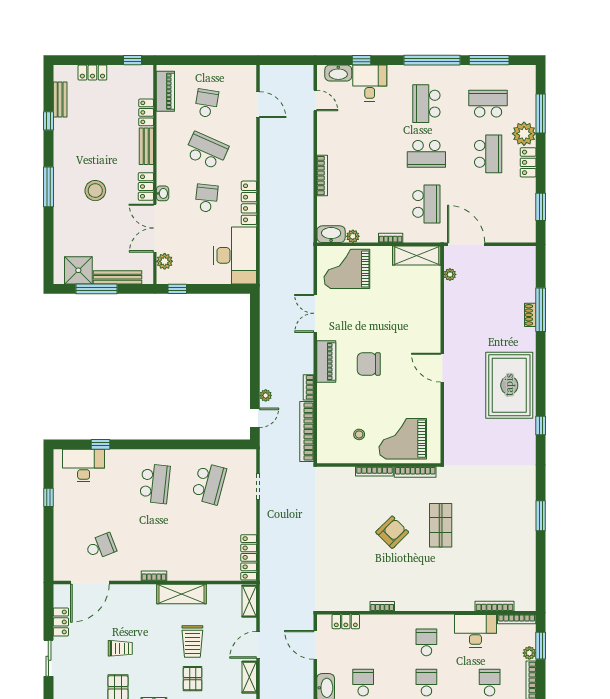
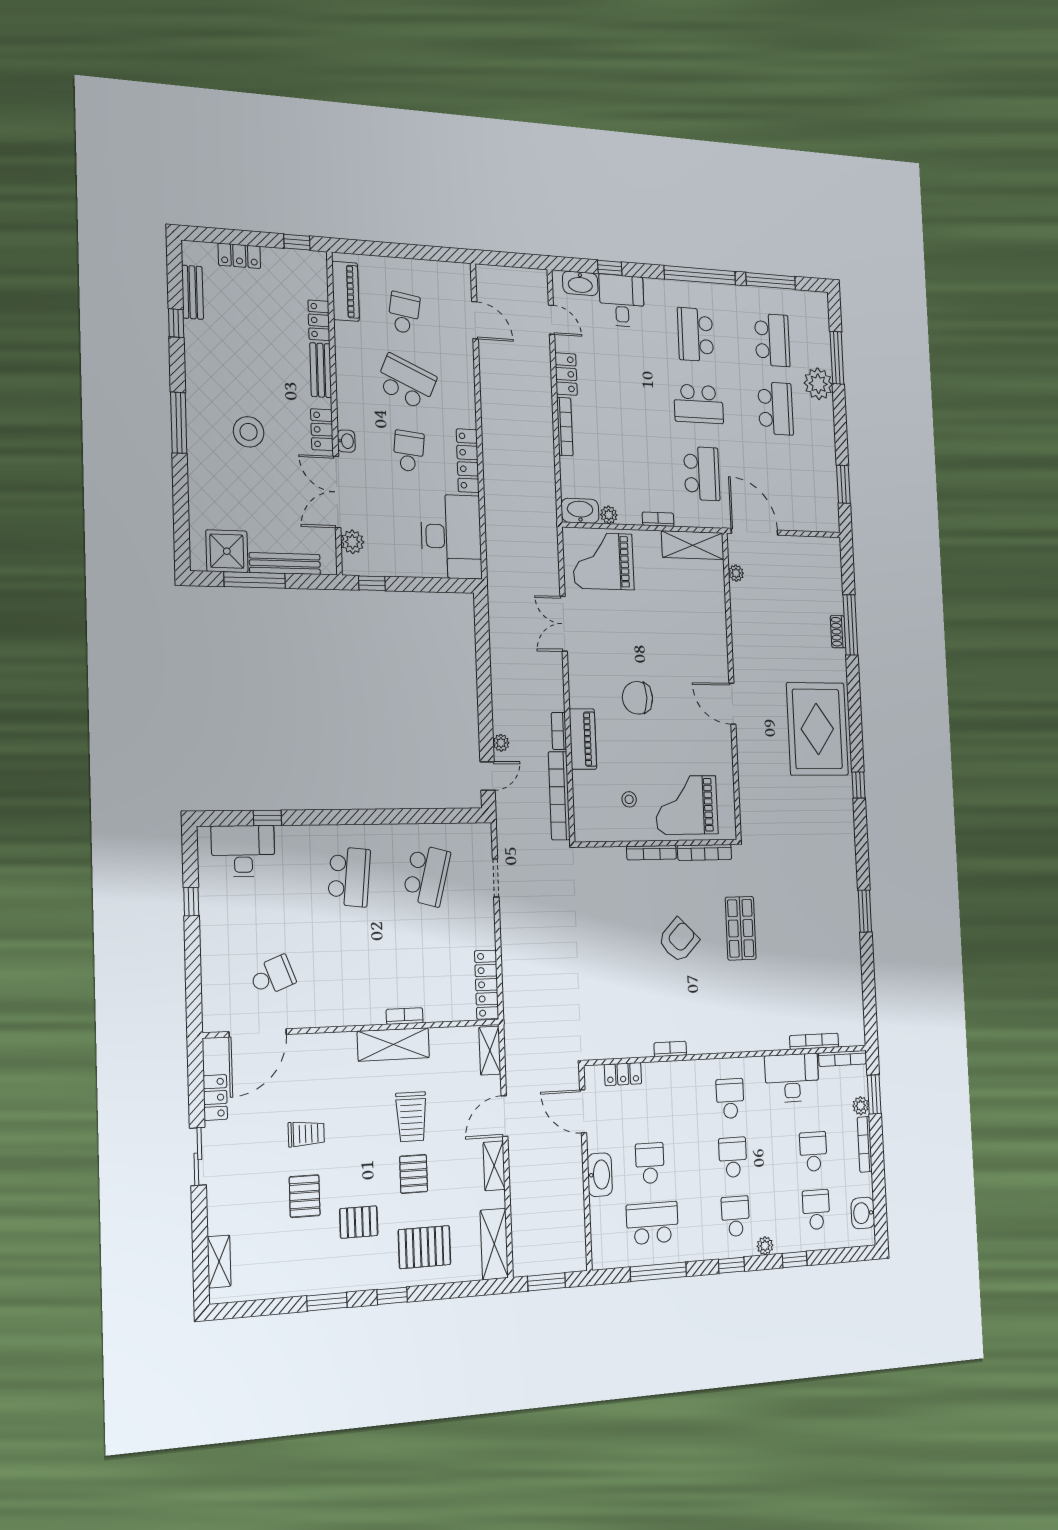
school desk: (488, 104) -> (772, 340), turned 90
locker: (528, 162) -> (566, 374), moved, turned 180
piano: (326, 362) -> (583, 739), moved
bookcase: (154, 576) -> (405, 1016), moved

